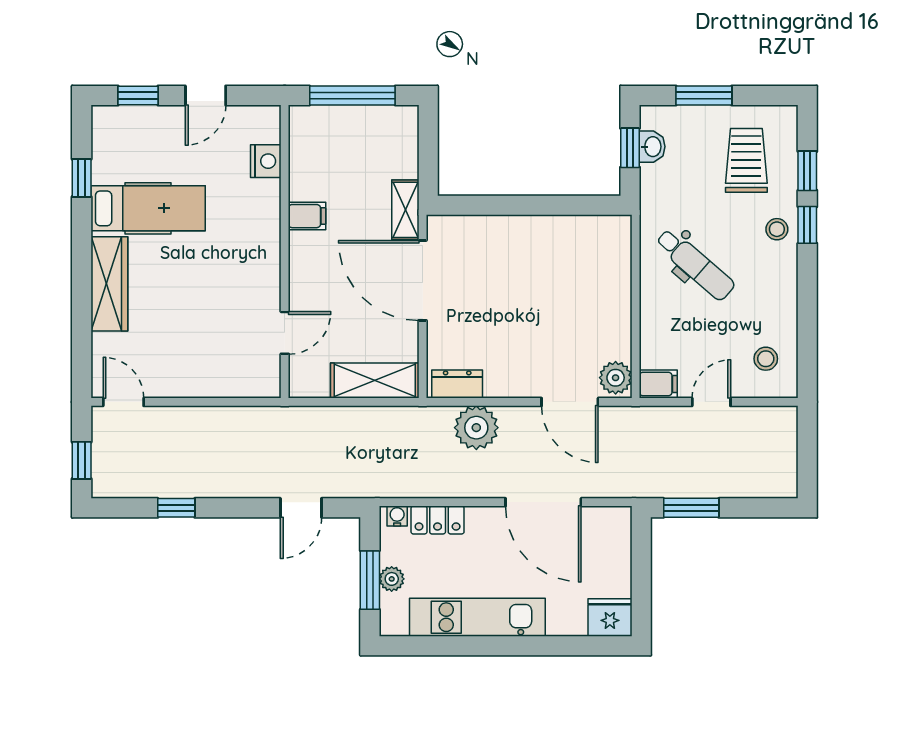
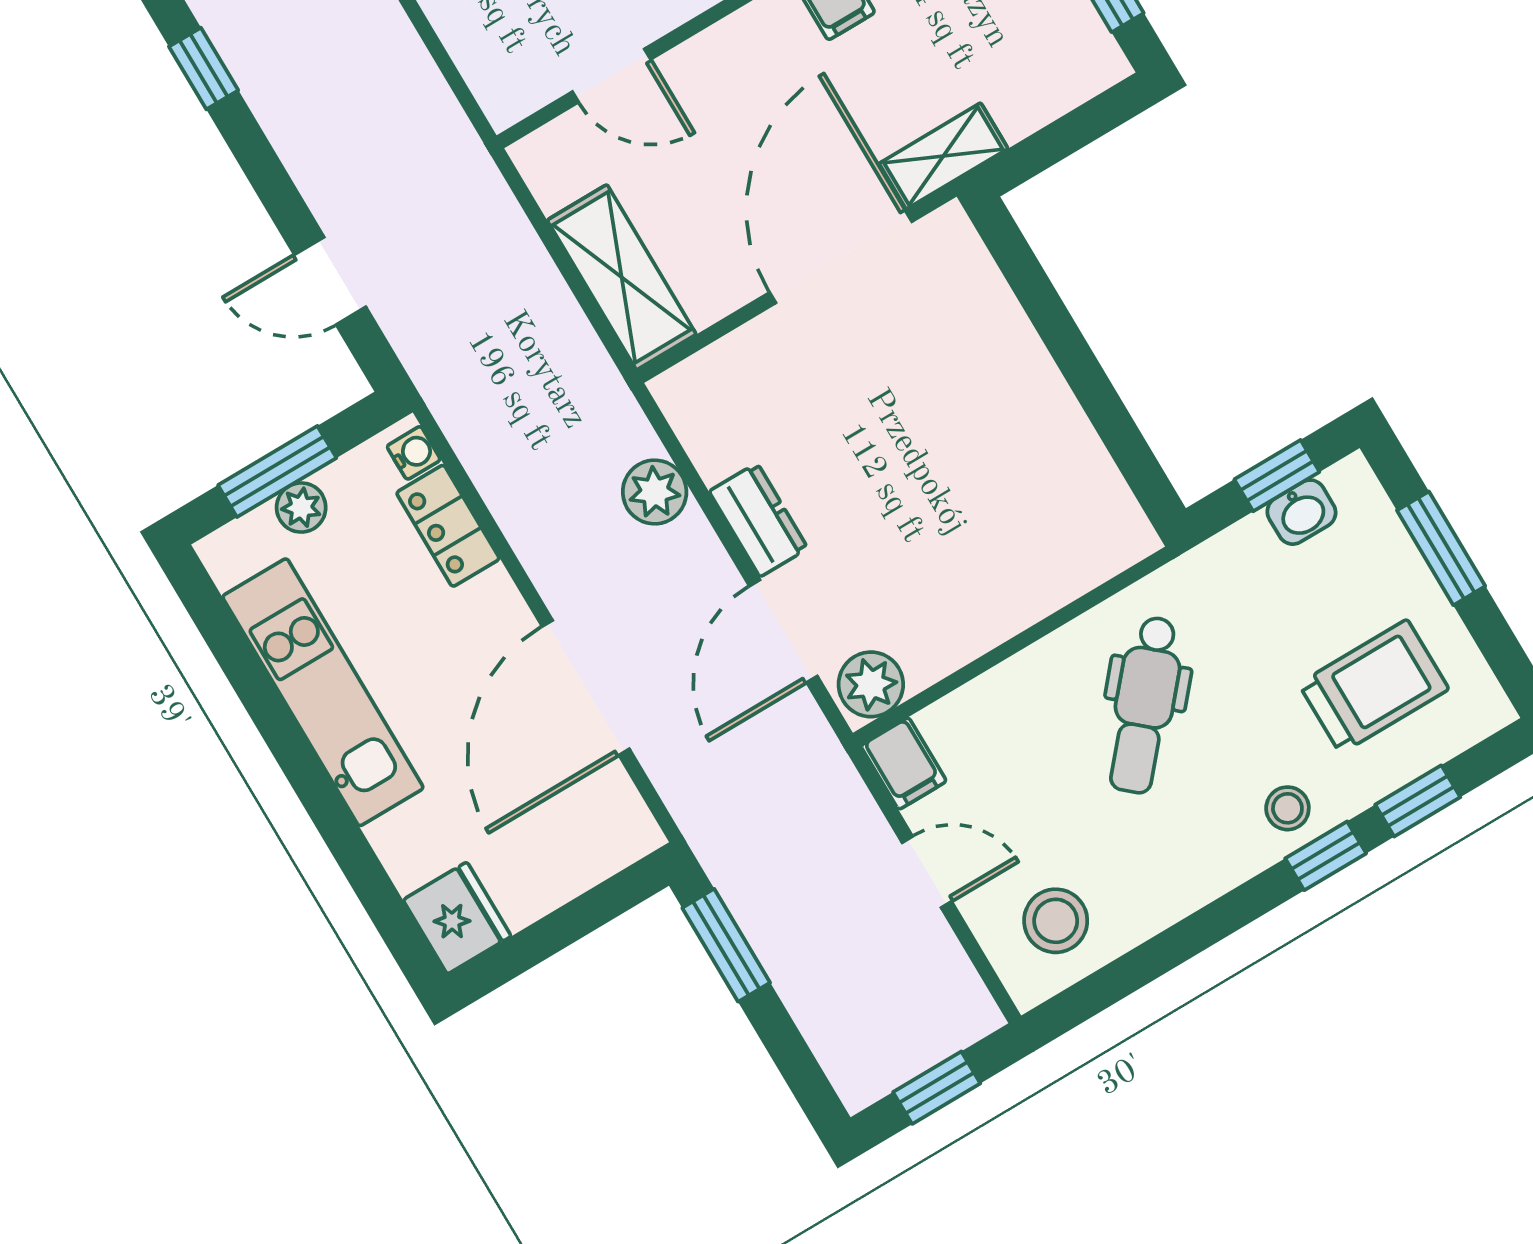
stool: (766, 359) -> (1056, 921), width x1.37, depth x1.37
dresser: (457, 384) -> (758, 520), moved
plant: (476, 428) -> (655, 492), width x0.73, depth x0.73
window: (807, 453) -> (937, 1088), added

